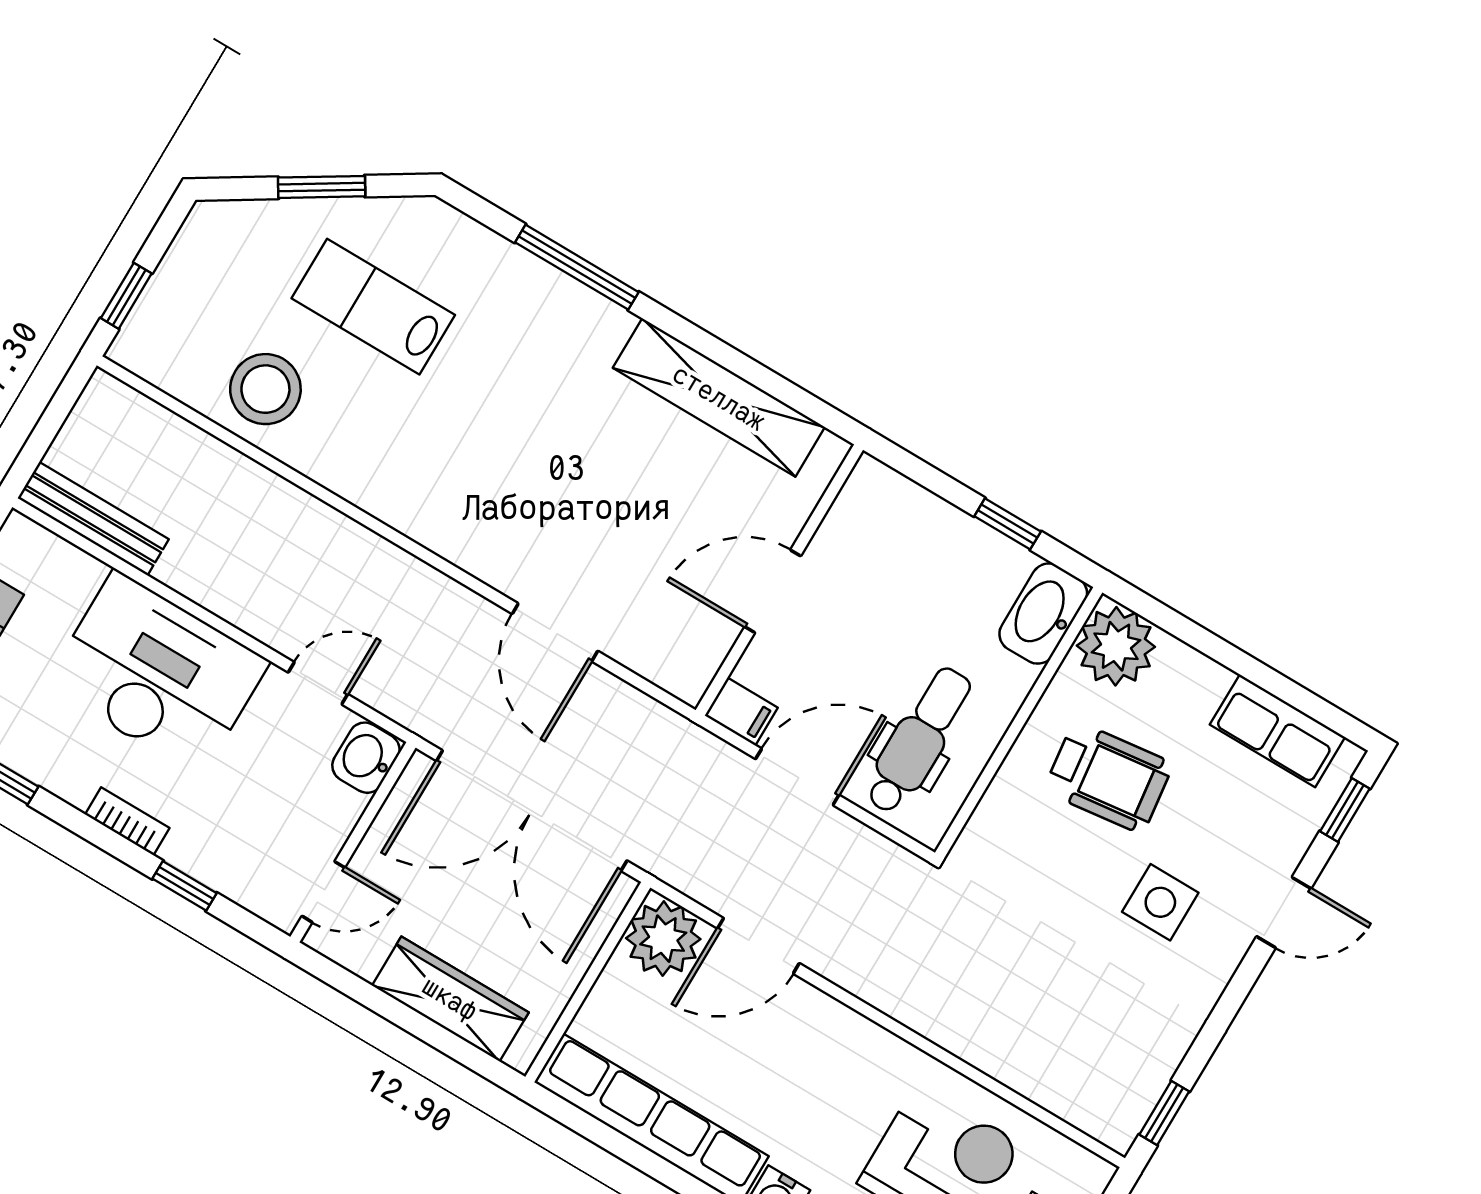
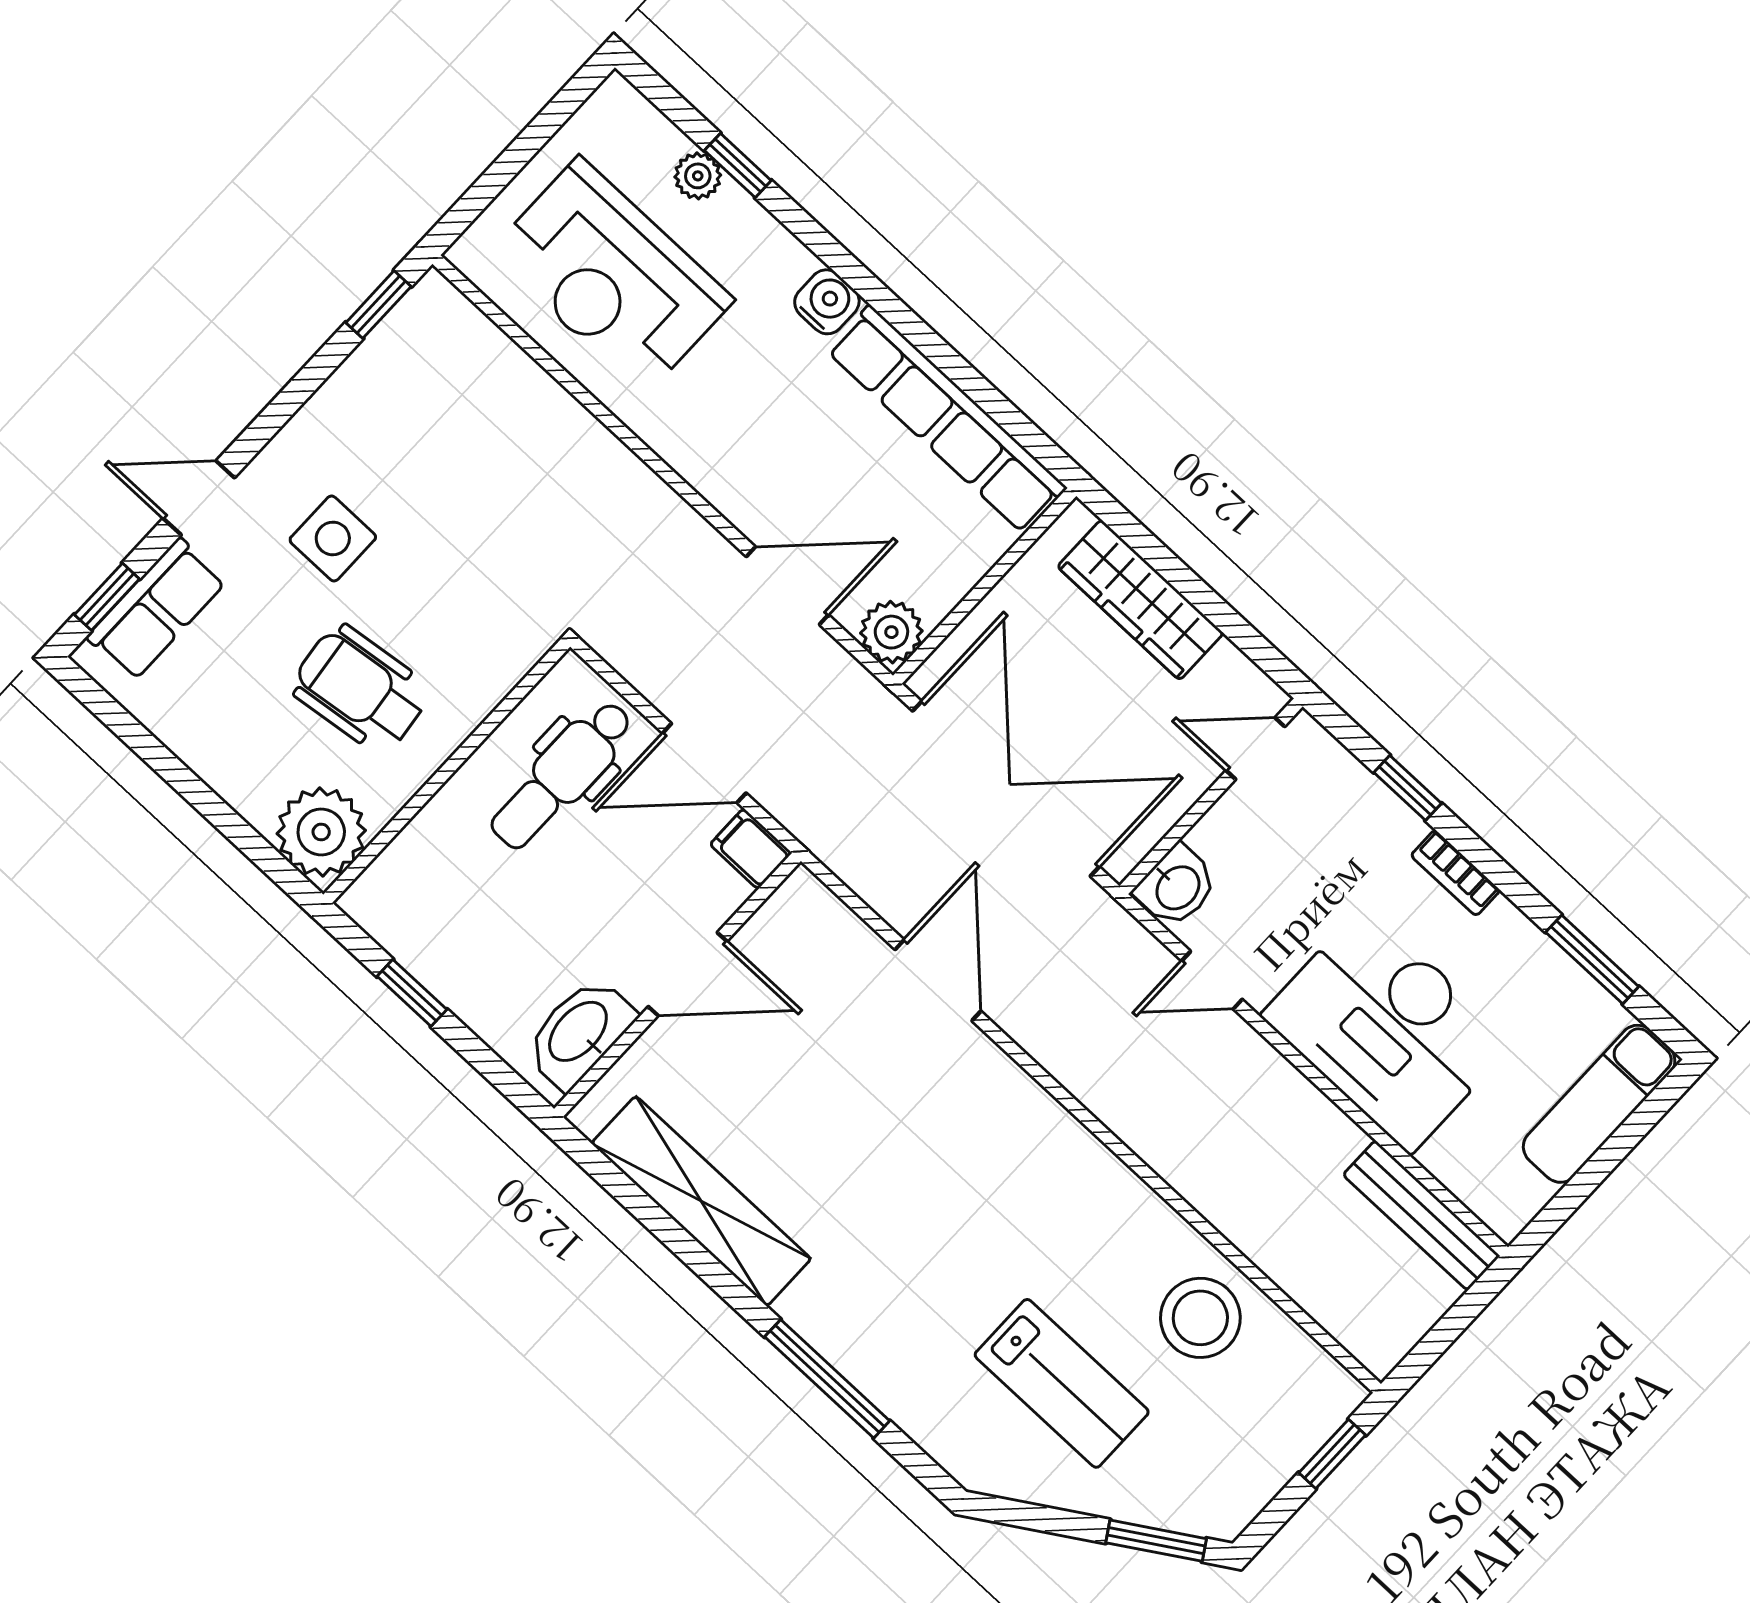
window: (322, 187) -> (1156, 1541), moved
washbasin: (1043, 614) -> (579, 1033), moved, turned 180
row of seats: (1277, 731) -> (156, 609), moved, turned 90
plant: (663, 939) -> (891, 632), width x0.73, depth x0.73

